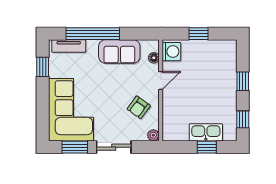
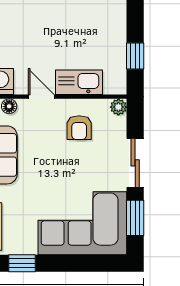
armchair: (139, 107) -> (79, 128), turned 54
kitchen sink: (206, 132) -> (79, 82), moved, turned 90
window: (207, 147) -> (135, 56), moved

